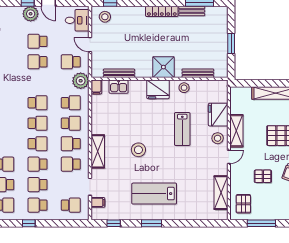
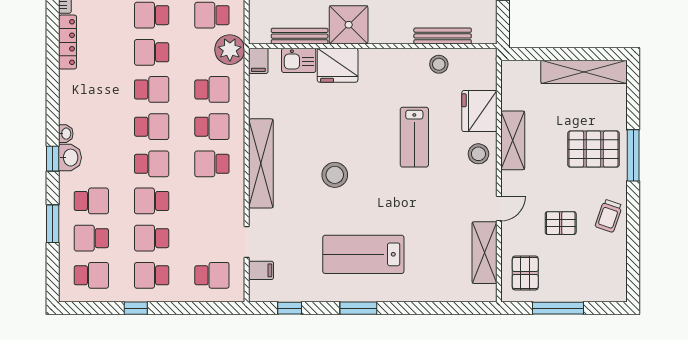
shower: (163, 67) -> (349, 25), moved
stool: (184, 88) -> (439, 64), moved
fridge: (158, 89) -> (338, 65), moved
shelving: (98, 151) -> (261, 163), width x1.47
door: (229, 157) -> (499, 208), moved
school desk: (71, 164) -> (152, 52), moved

